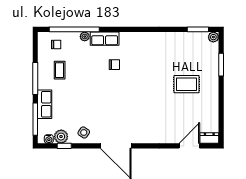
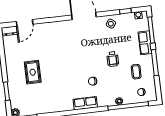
row of seats: (105, 39) -> (85, 103), moved
rug: (186, 84) -> (33, 72), turned 90
wheelchair: (87, 89) -> (113, 59), added
plant: (61, 137) -> (129, 18), removed

